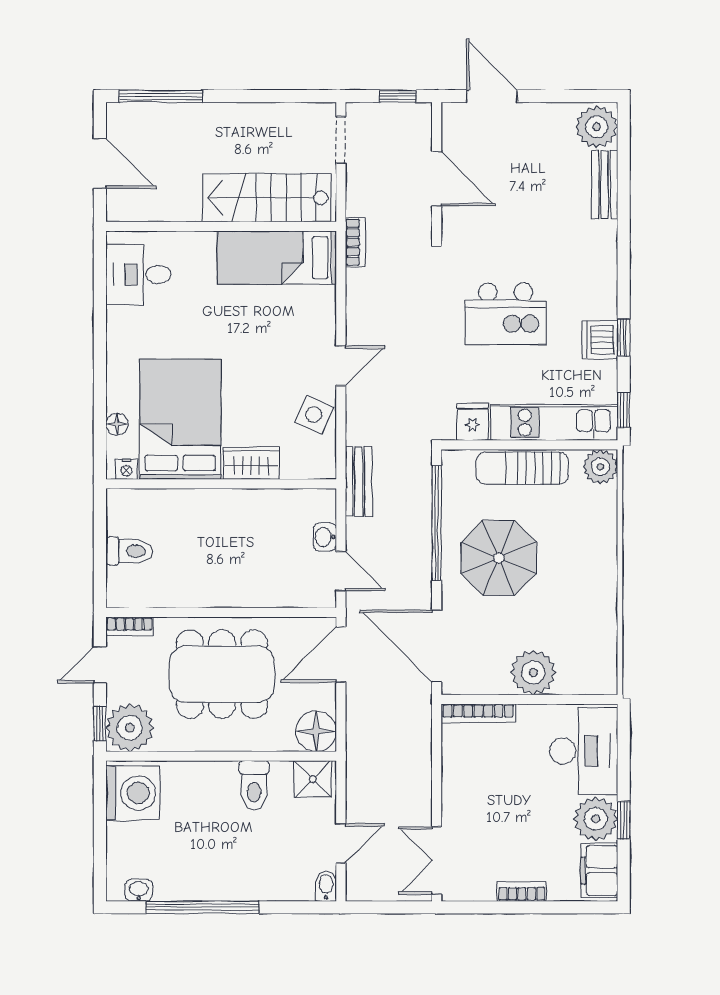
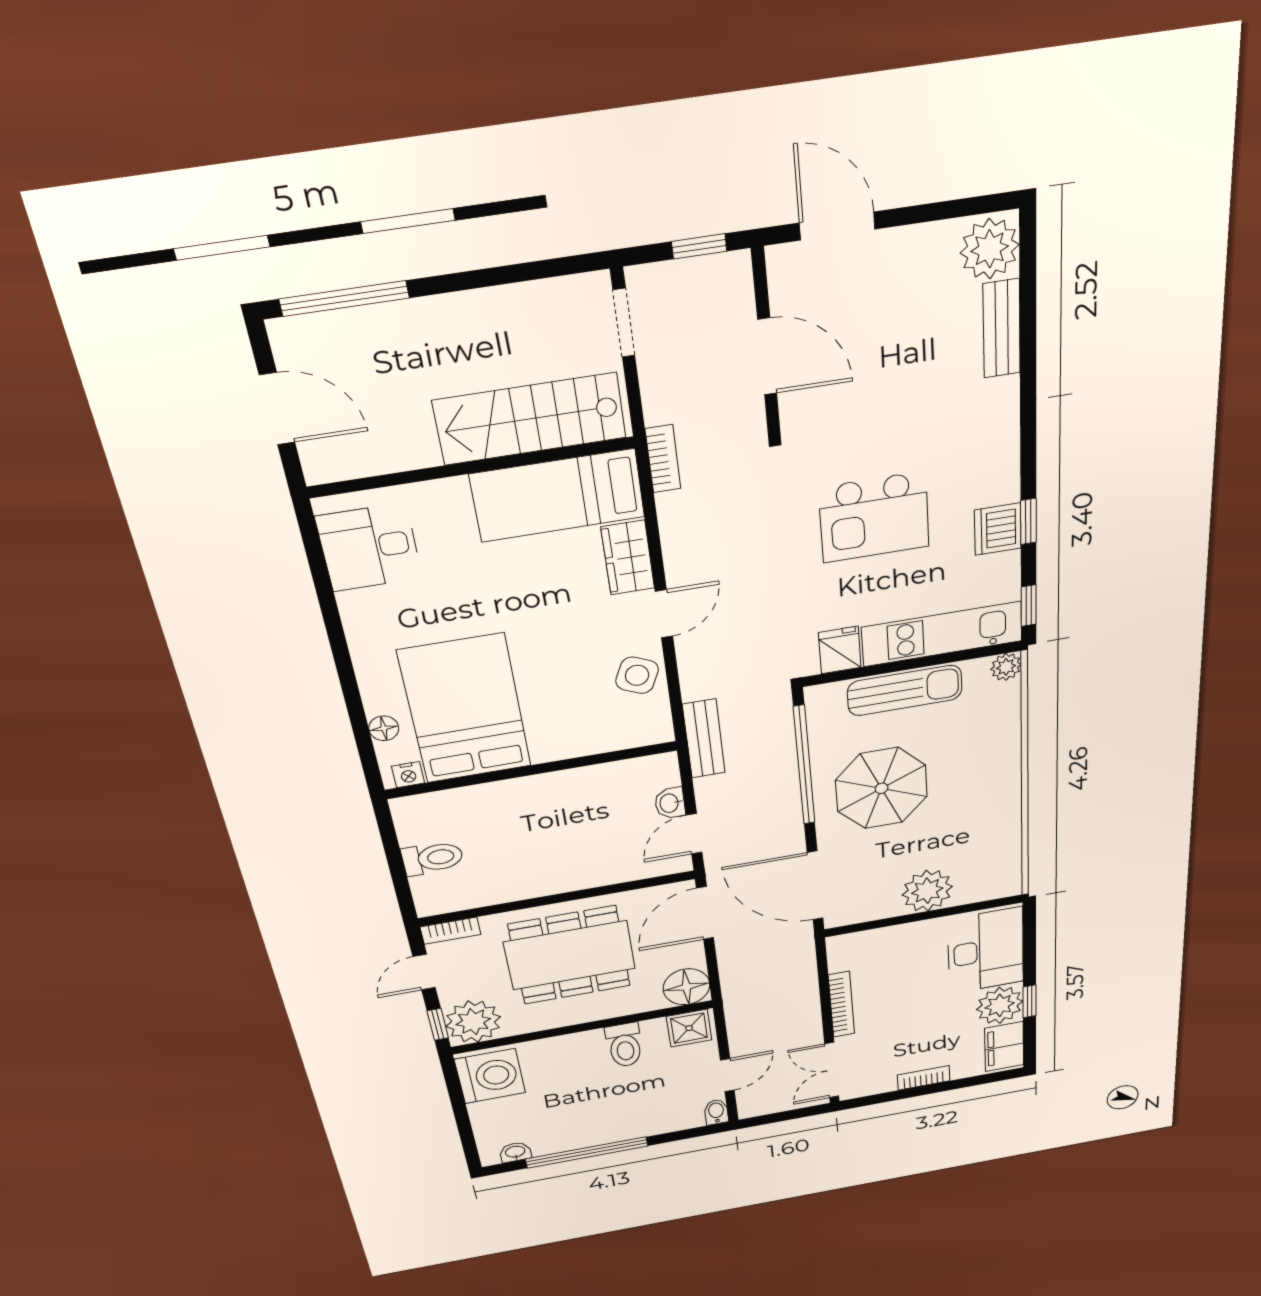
wardrobe: (251, 463) -> (628, 558), moved, turned -90
plant: (600, 467) -> (1006, 667), width x0.73, depth x0.73
sun lounger: (522, 468) -> (905, 690), turned 180
door: (341, 571) -> (694, 834), swing flipped
bookcase: (478, 713) -> (841, 1004), moved, turned -90

